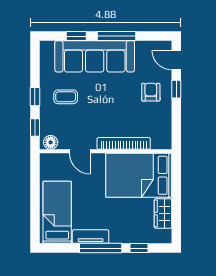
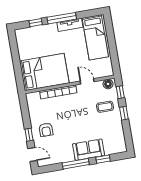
sofa: (95, 56) -> (89, 150), width x0.54, depth x0.79
coffee table: (66, 97) -> (105, 107), moved
wardrobe: (163, 213) -> (23, 49), removed

